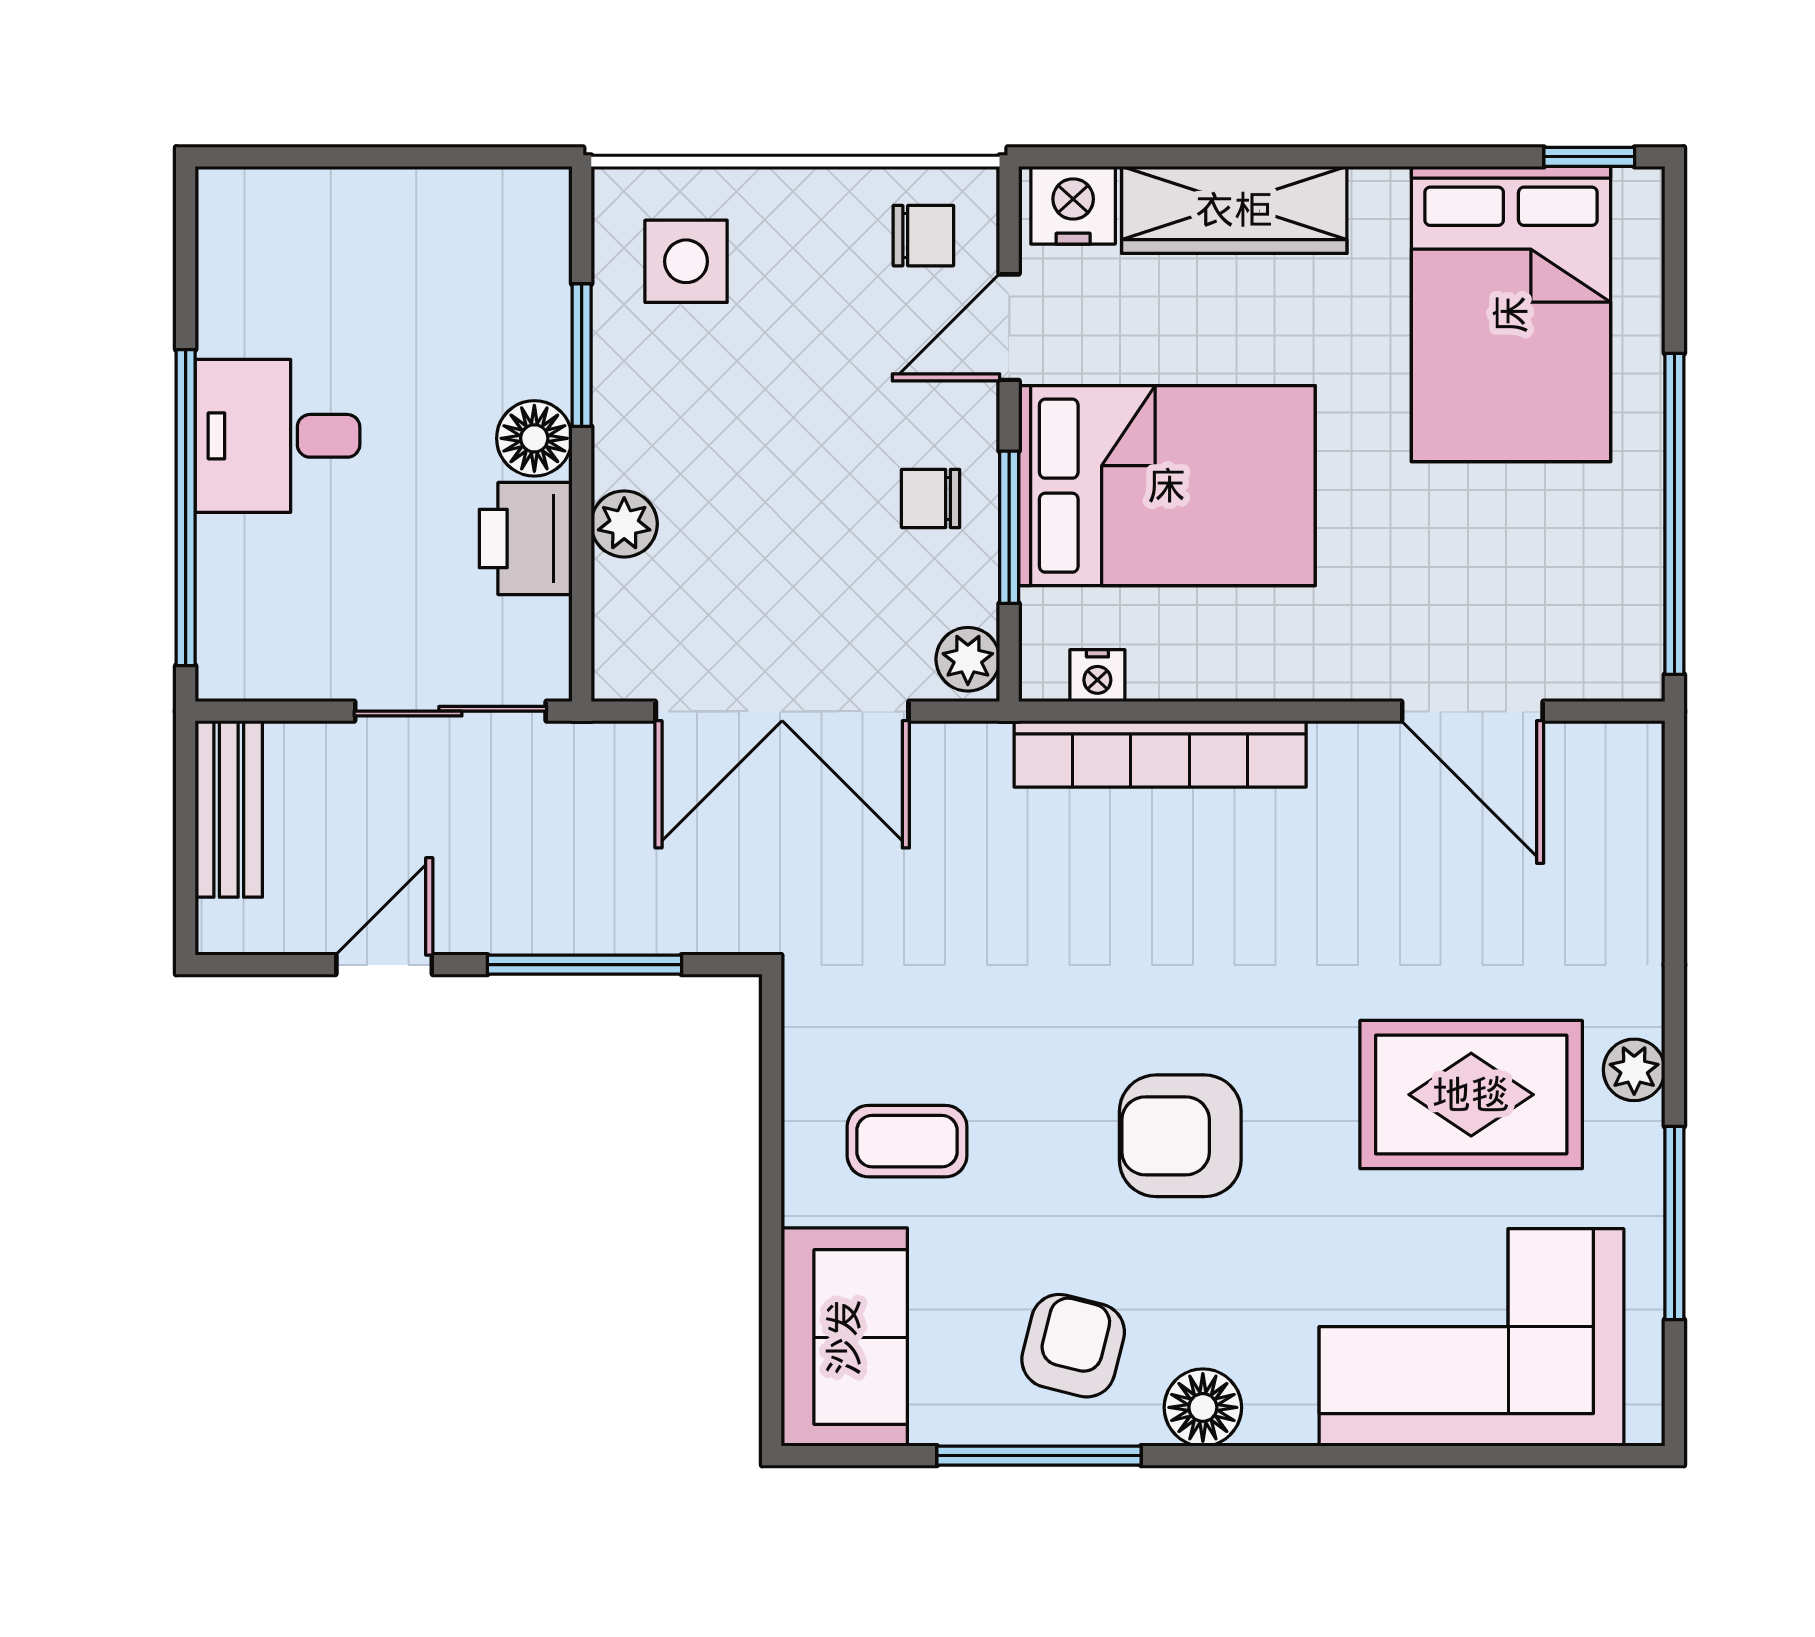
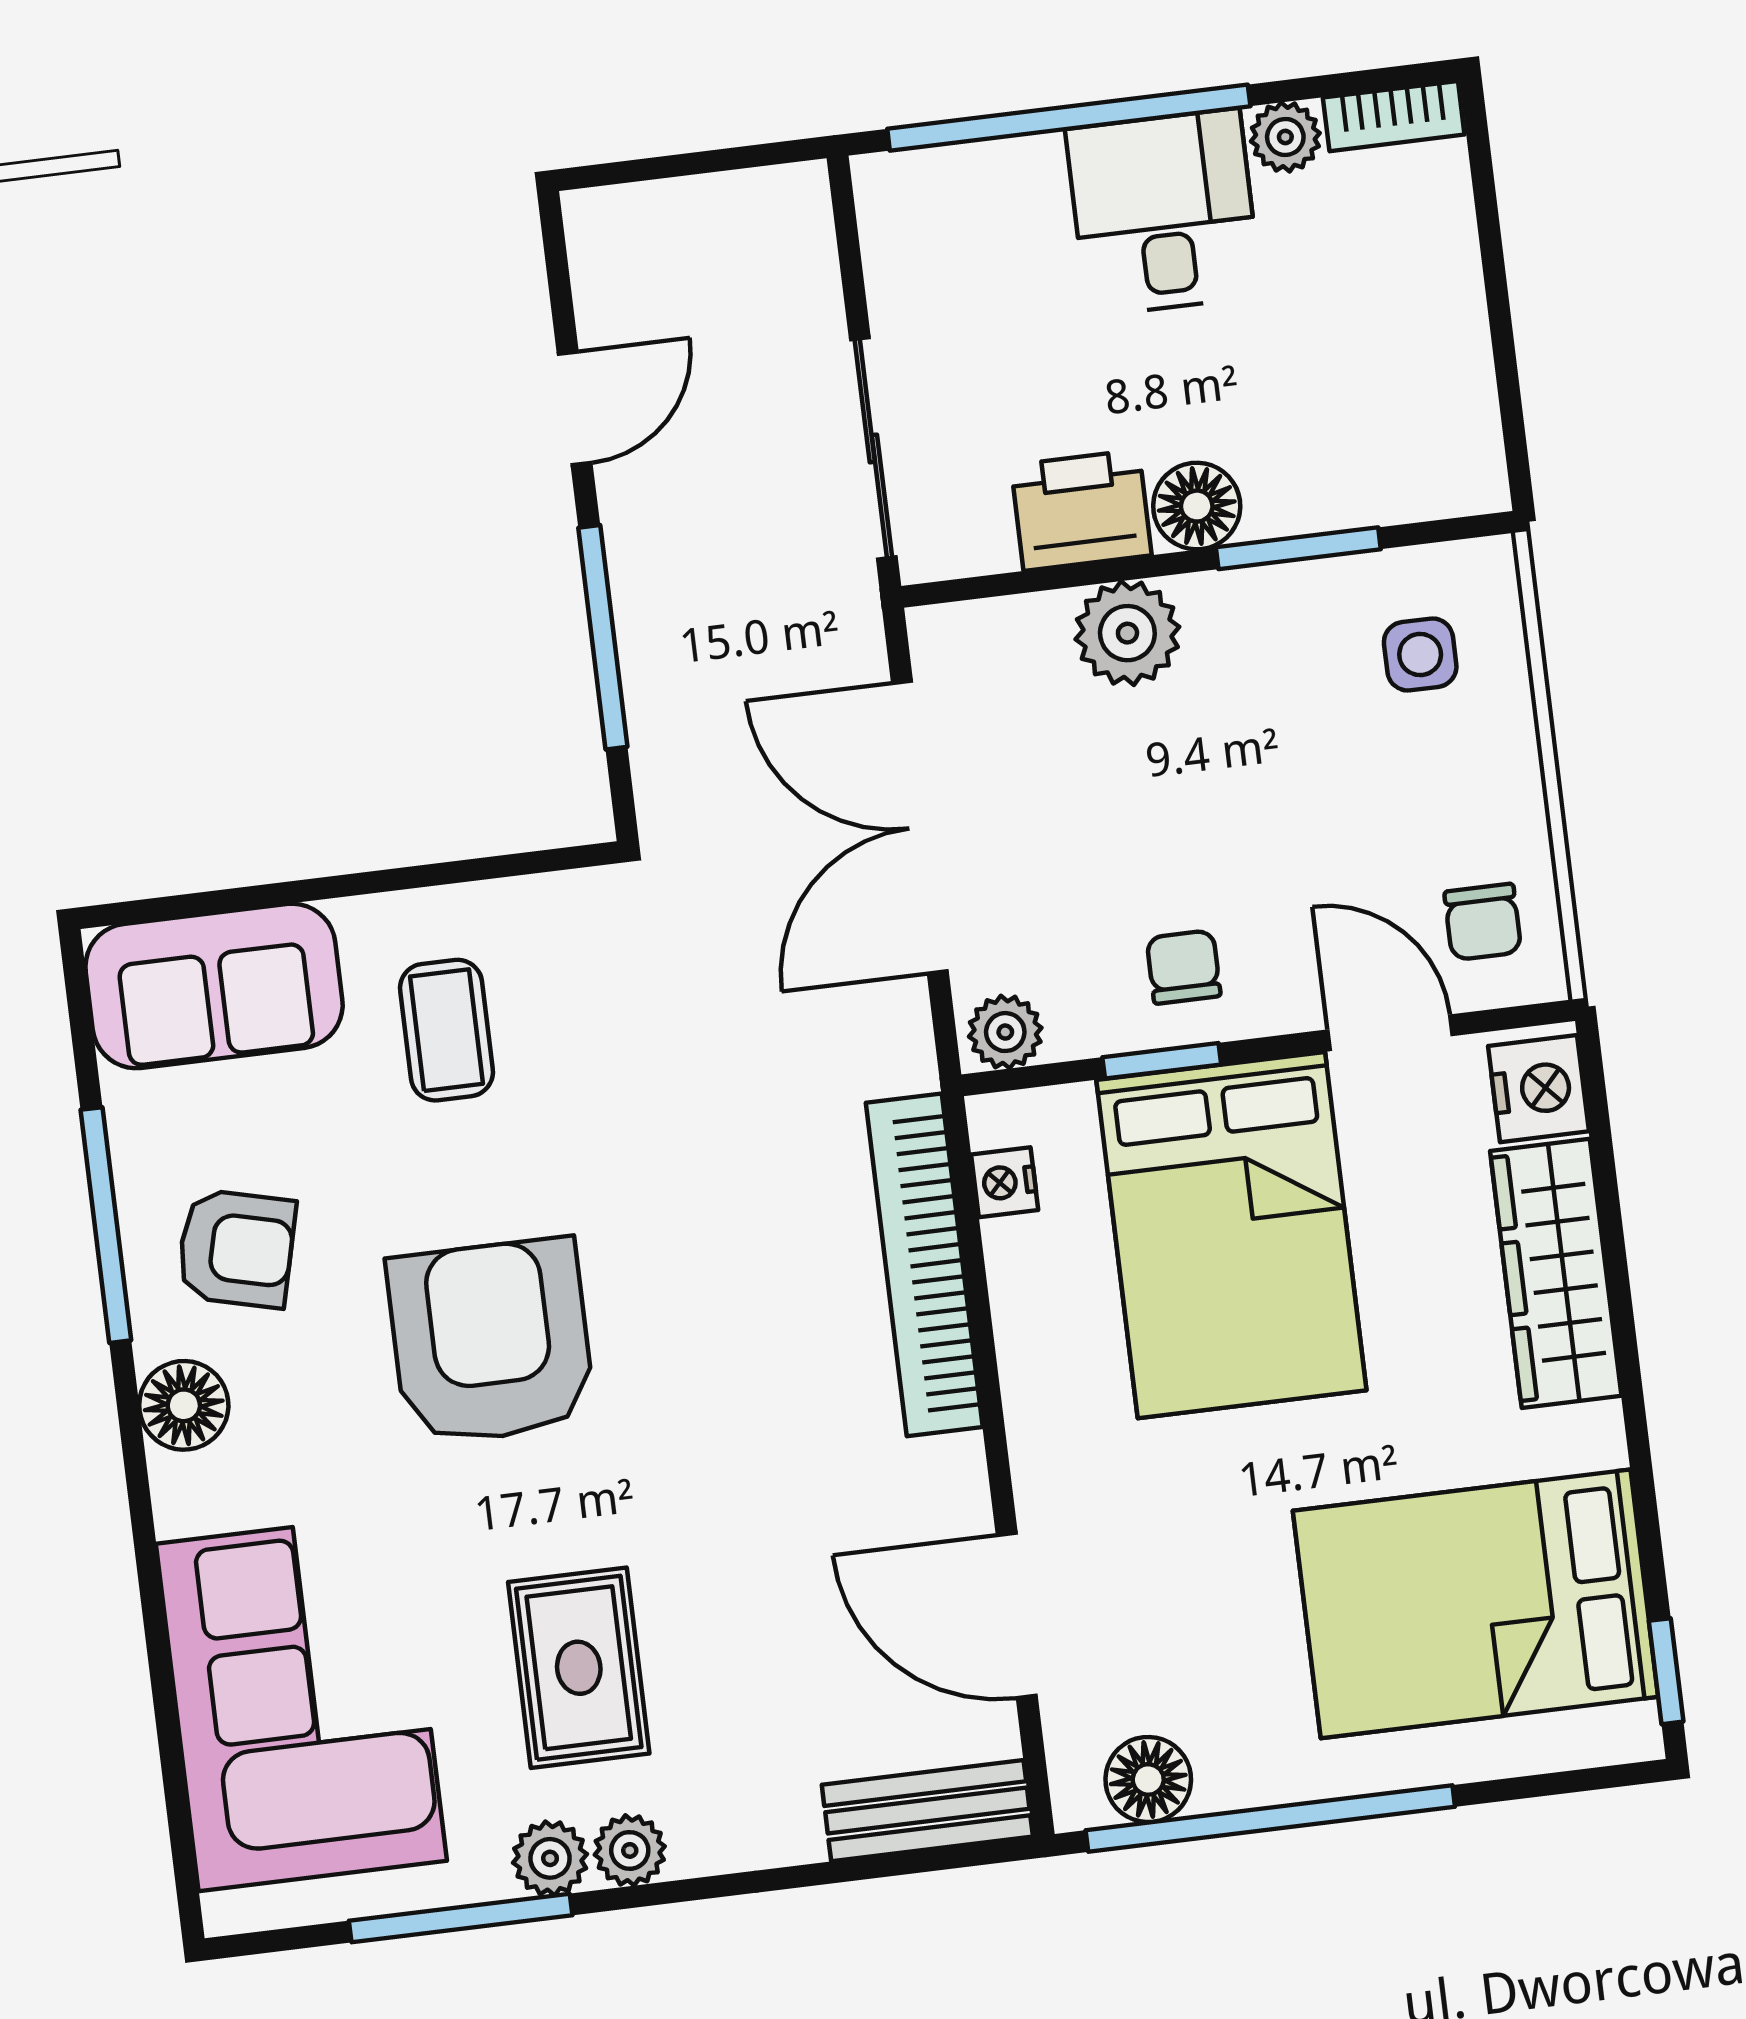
bookcase: (219, 227) -> (1394, 116), added
side table: (686, 261) -> (1420, 654), width x0.73, depth x0.73
plant: (225, 323) -> (1285, 137), added
plant: (624, 524) -> (1127, 633), width x1.38, depth x1.38
window: (1009, 527) -> (1162, 1061), width x0.67
floor lamp: (1628, 615) -> (1148, 1779), added
door: (1472, 711) -> (1017, 1615), hinge flipped
bench: (229, 809) -> (927, 1811), moved
door: (384, 965) -> (575, 408), hinge flipped
rug: (1471, 1095) -> (579, 1668), width x0.73, depth x0.70
armchair: (1180, 1136) -> (491, 1341), width x1.36, depth x1.36
plant: (1633, 1140) -> (550, 1858), added

